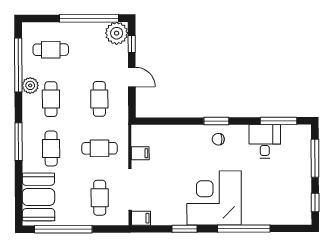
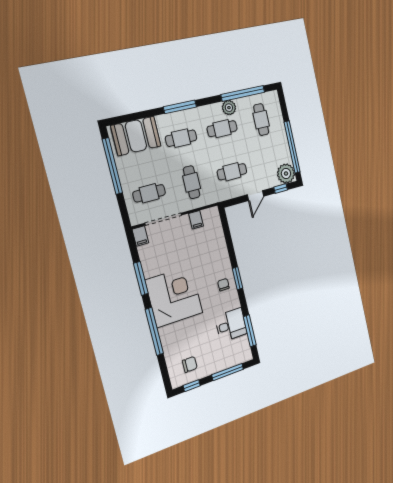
chair: (292, 199) -> (190, 364), added
window: (184, 229) -> (141, 278), width x1.44

